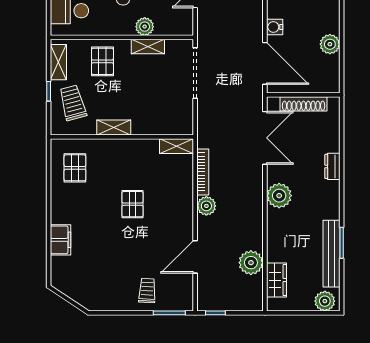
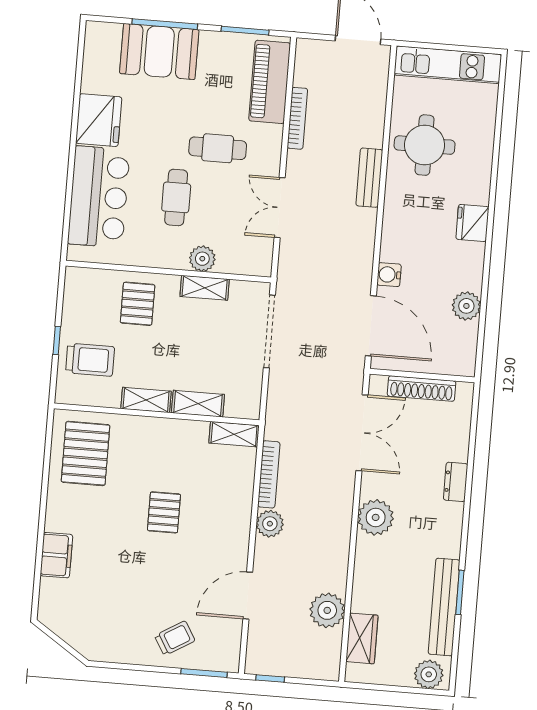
shelving: (58, 62) -> (198, 404), moved, turned 90
trolley: (73, 103) -> (90, 360), turned 105
pallet: (75, 168) -> (86, 453), width x1.50, depth x1.42
trolley: (147, 291) -> (175, 638), turned 56

